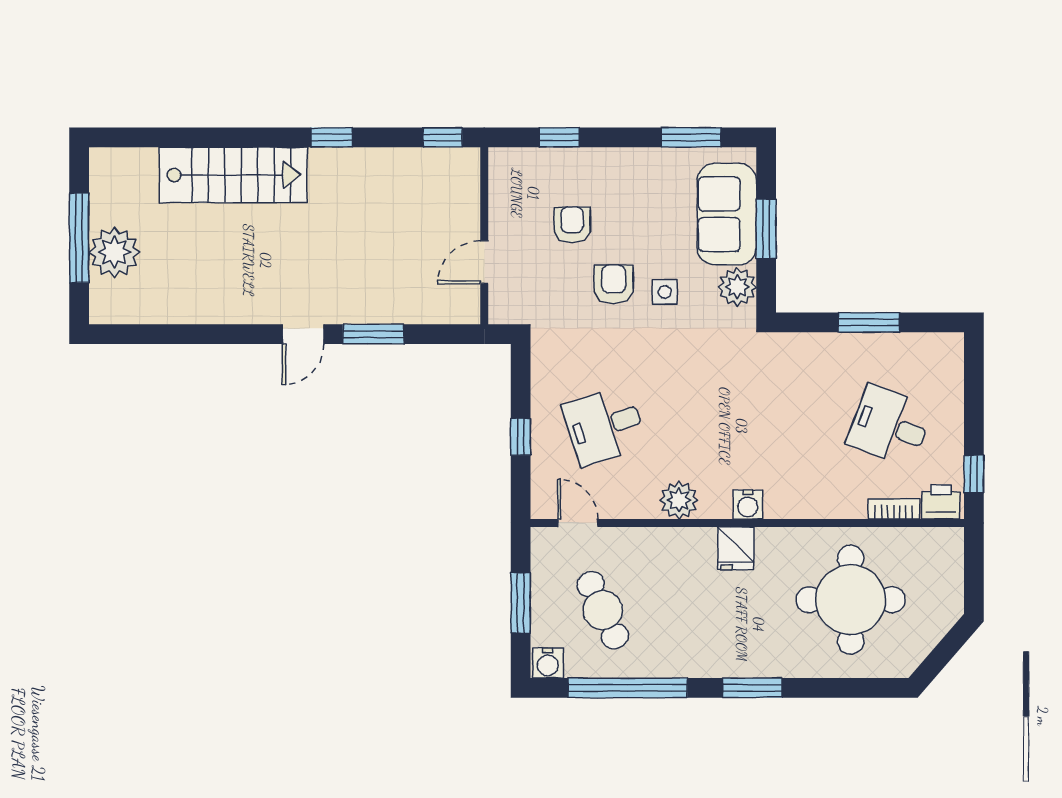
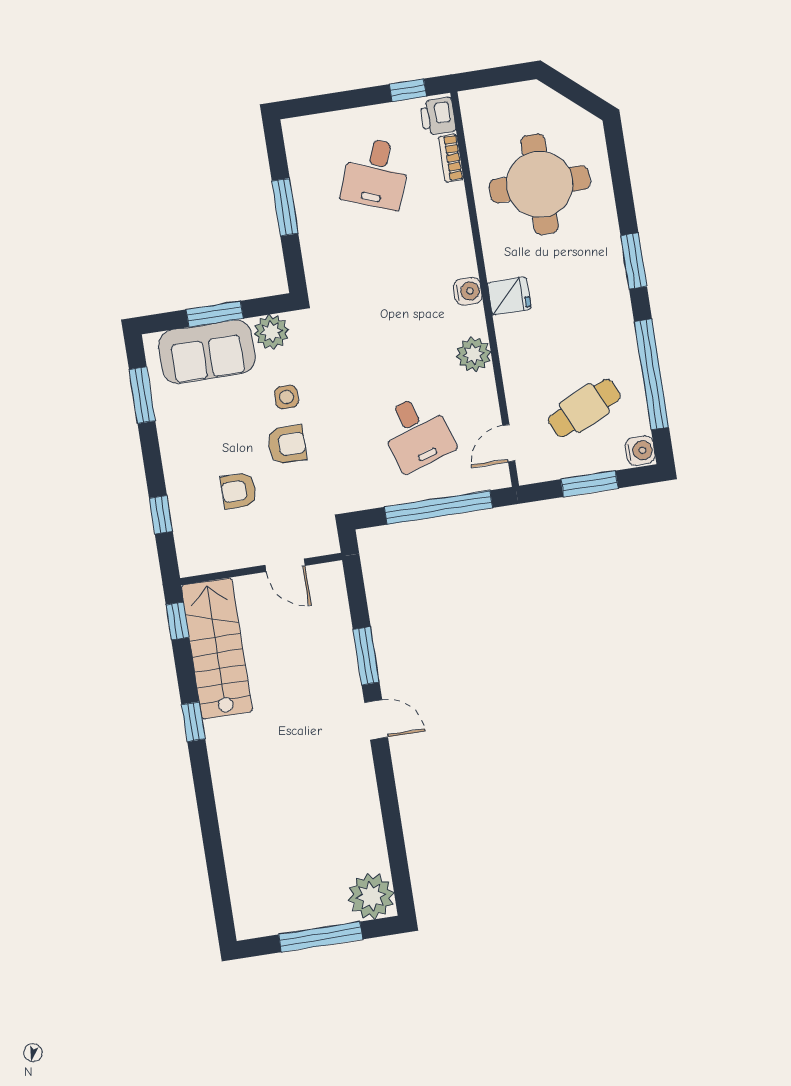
stairs: (233, 175) -> (217, 648), moved
plant: (114, 252) -> (371, 896), moved
armchair: (614, 284) -> (287, 445), turned 180
window: (521, 437) -> (438, 507), width x3.17

